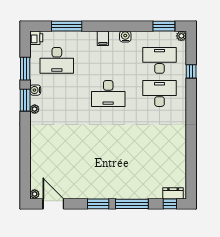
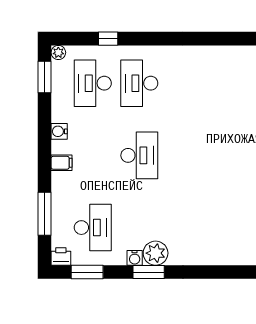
window: (25, 69) -> (87, 272), moved
plant: (35, 109) -> (156, 253), width x1.88, depth x1.88

